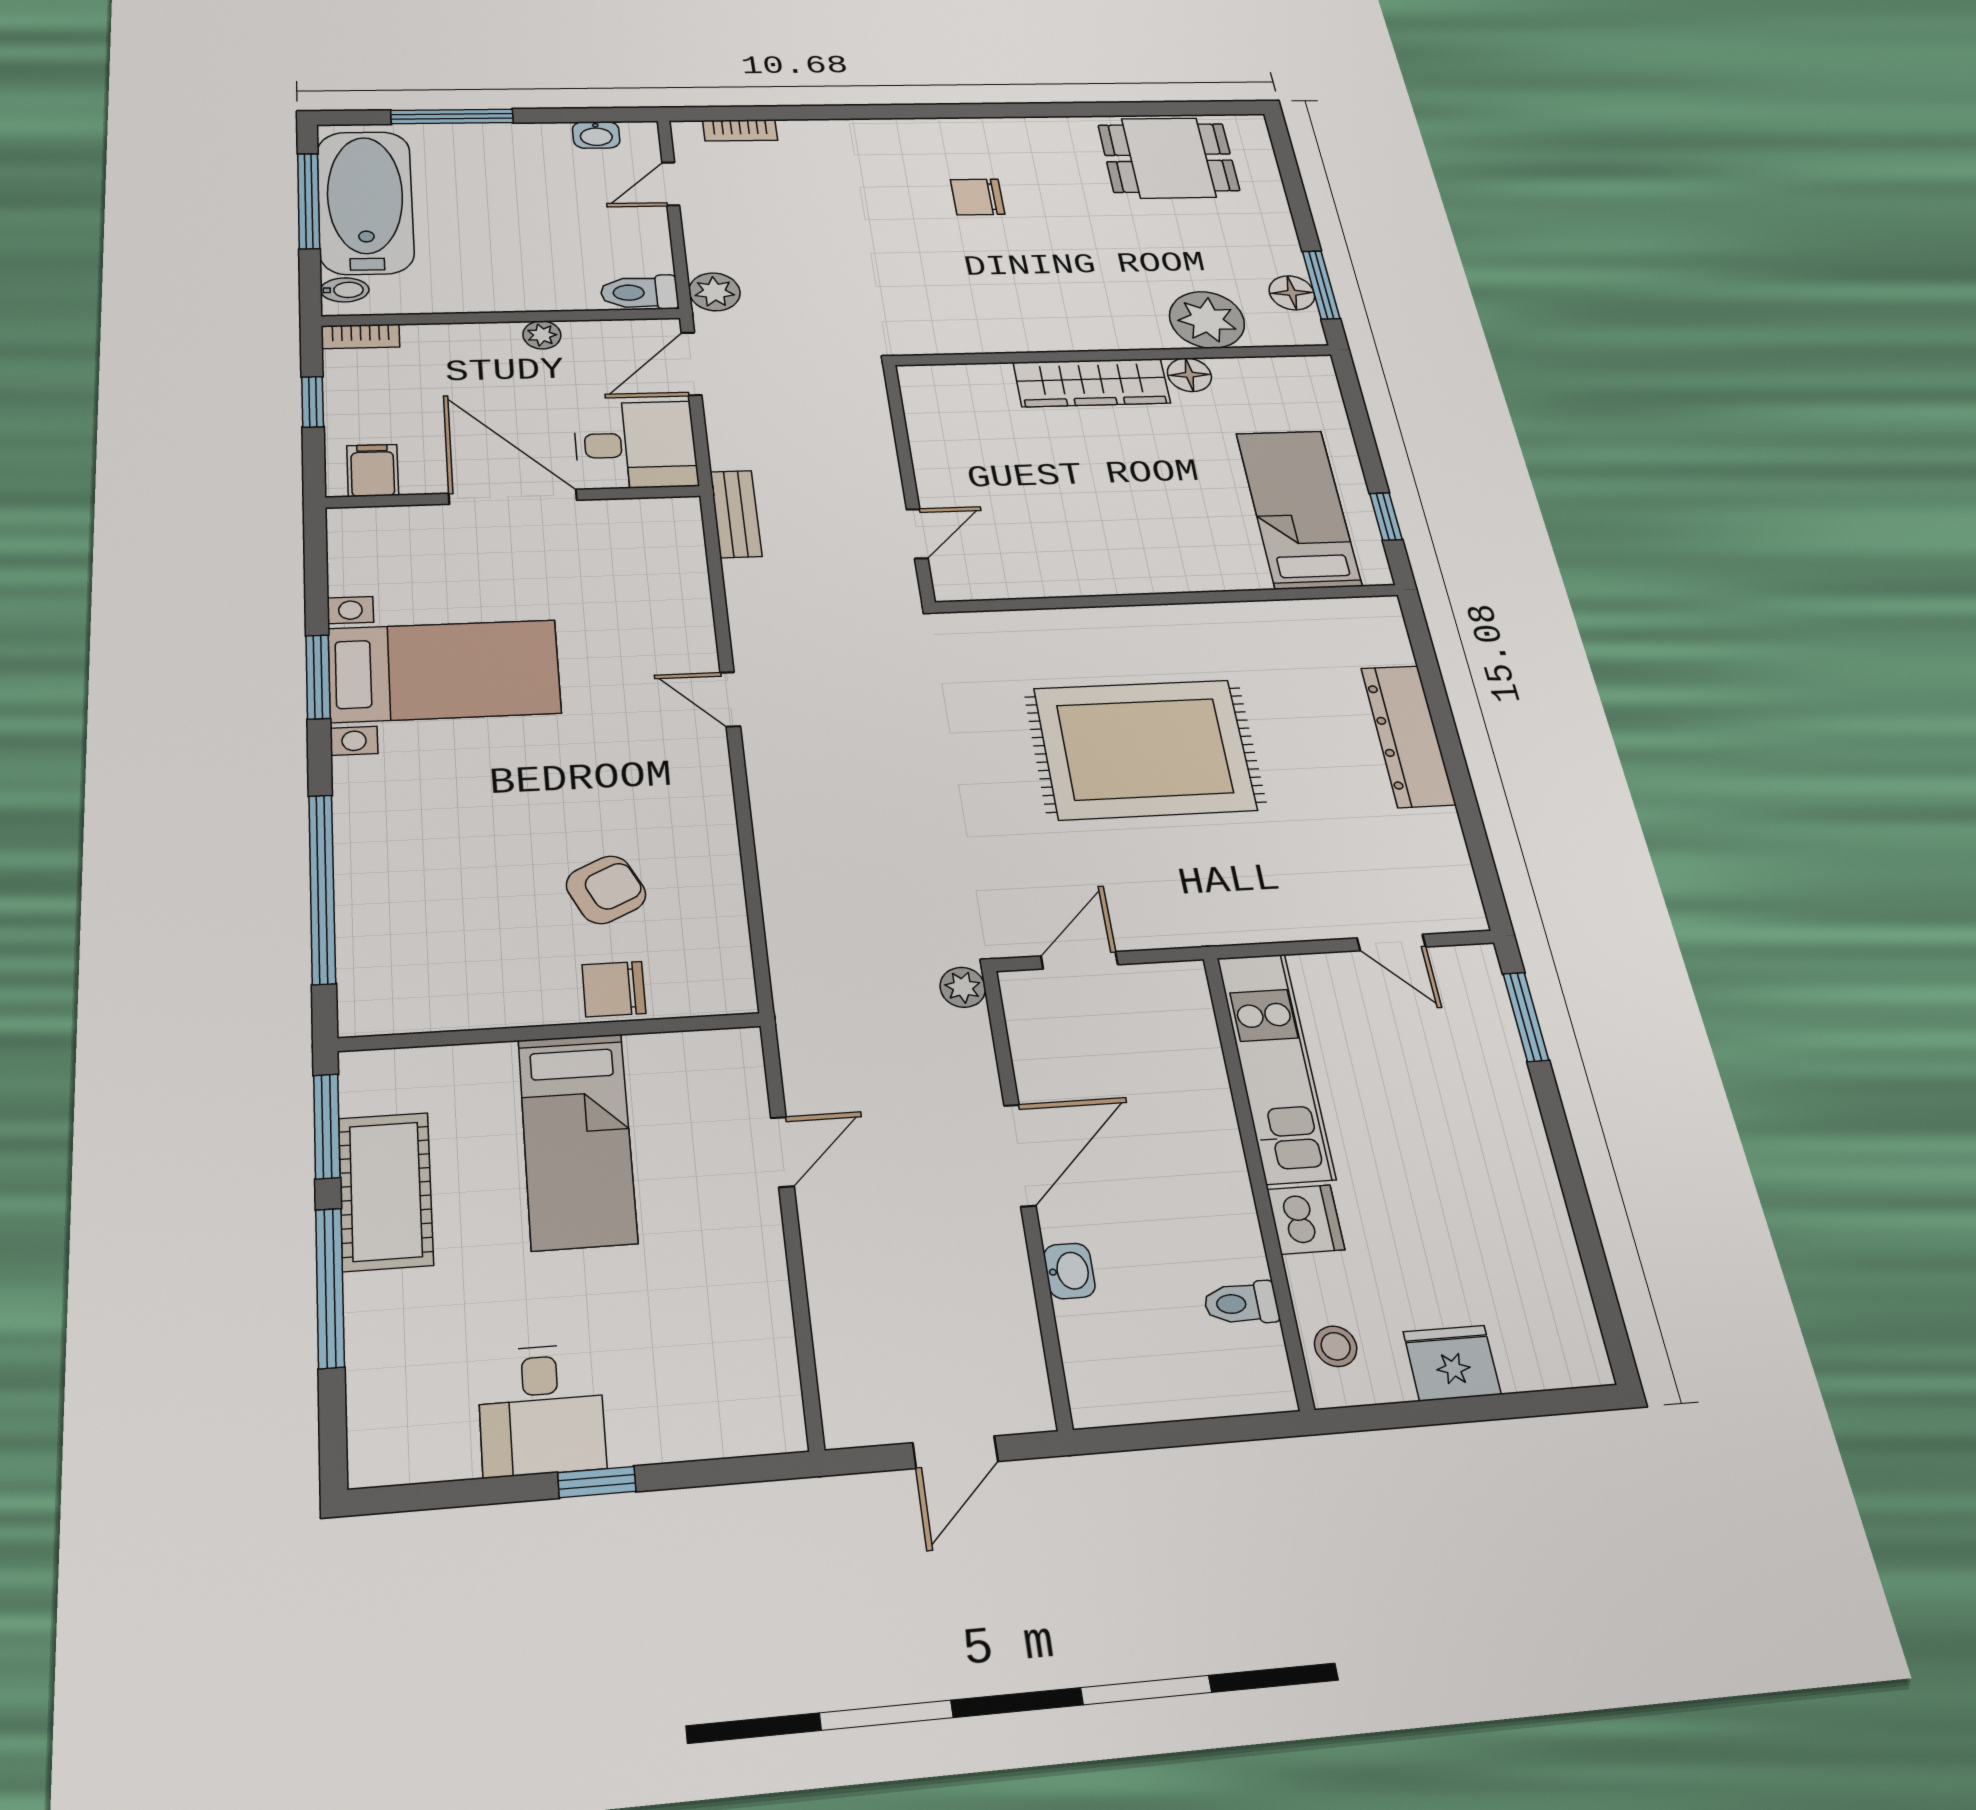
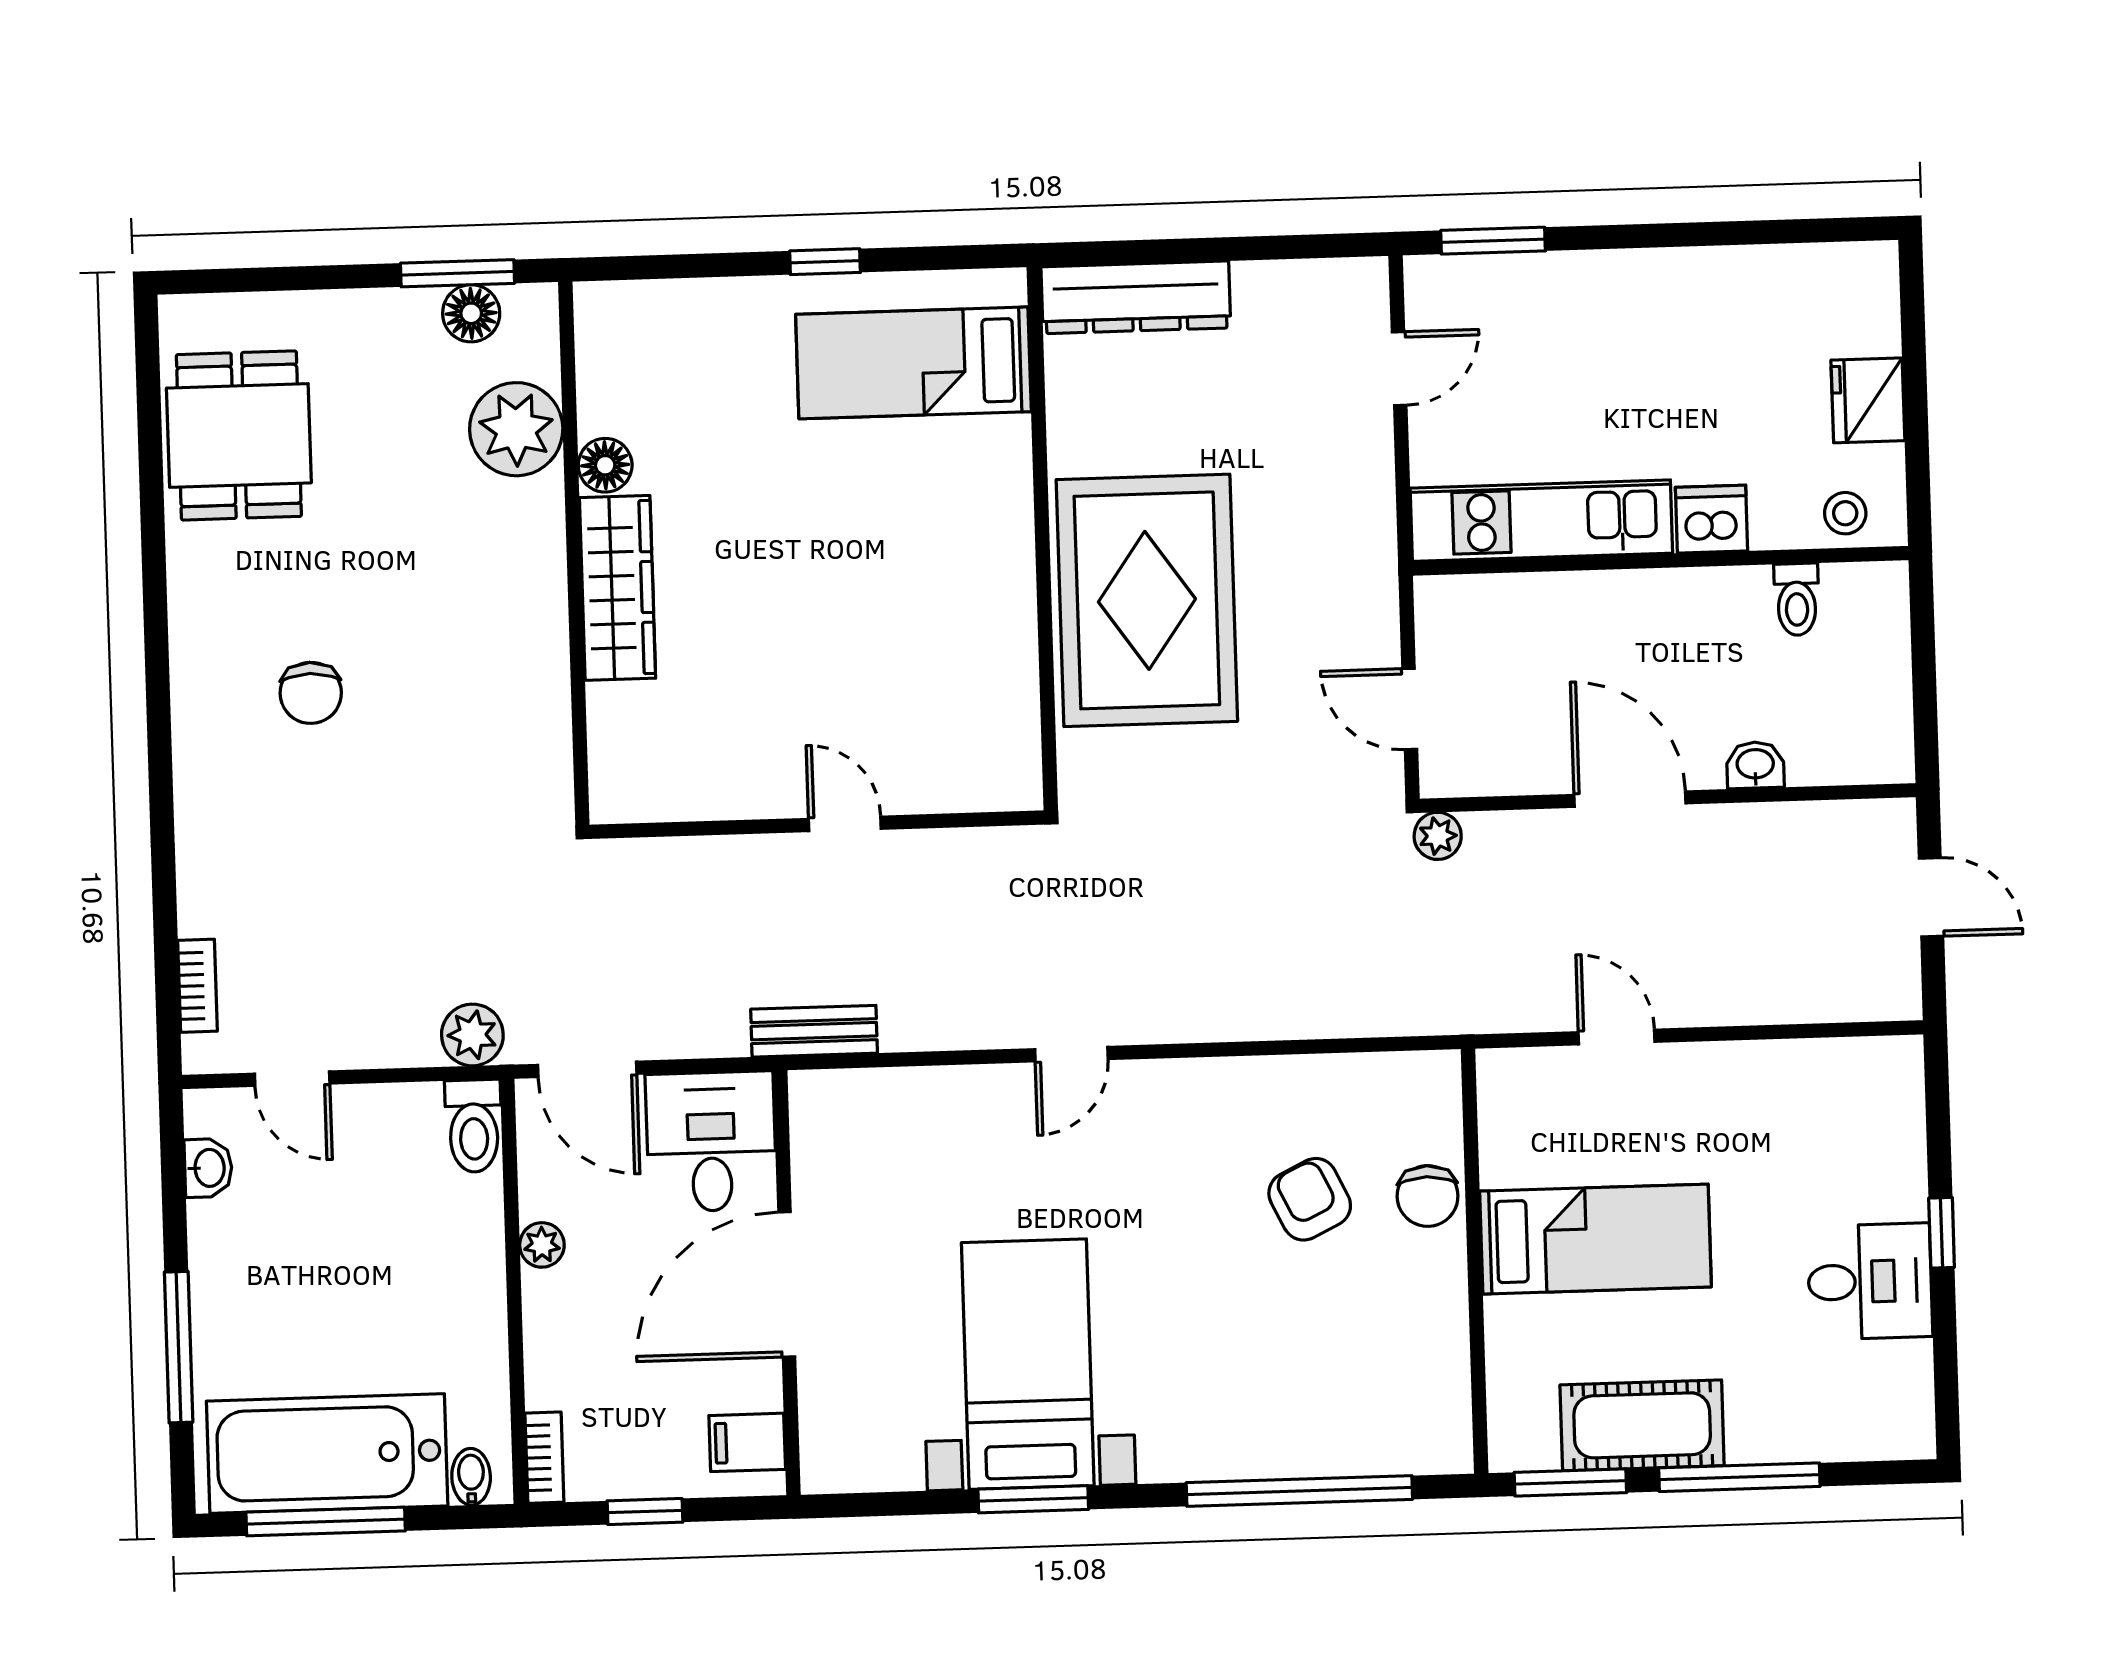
bed: (1298, 509) -> (913, 363), moved
wall: (1169, 599) -> (1042, 539), moved

